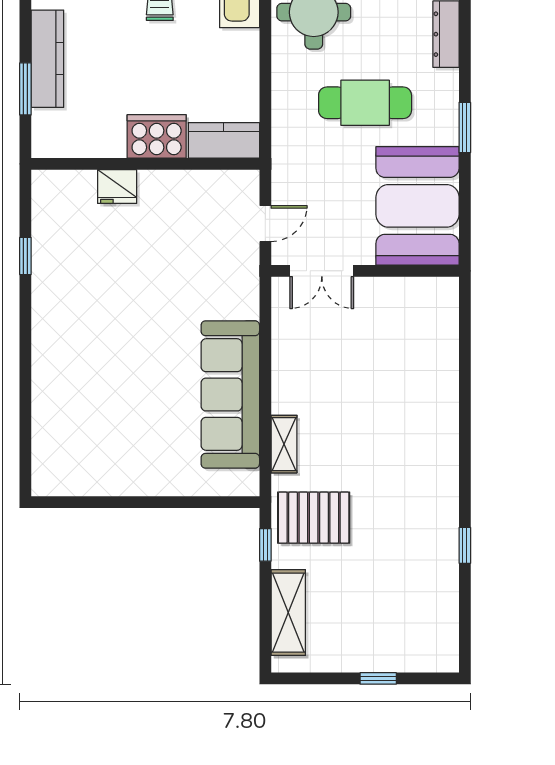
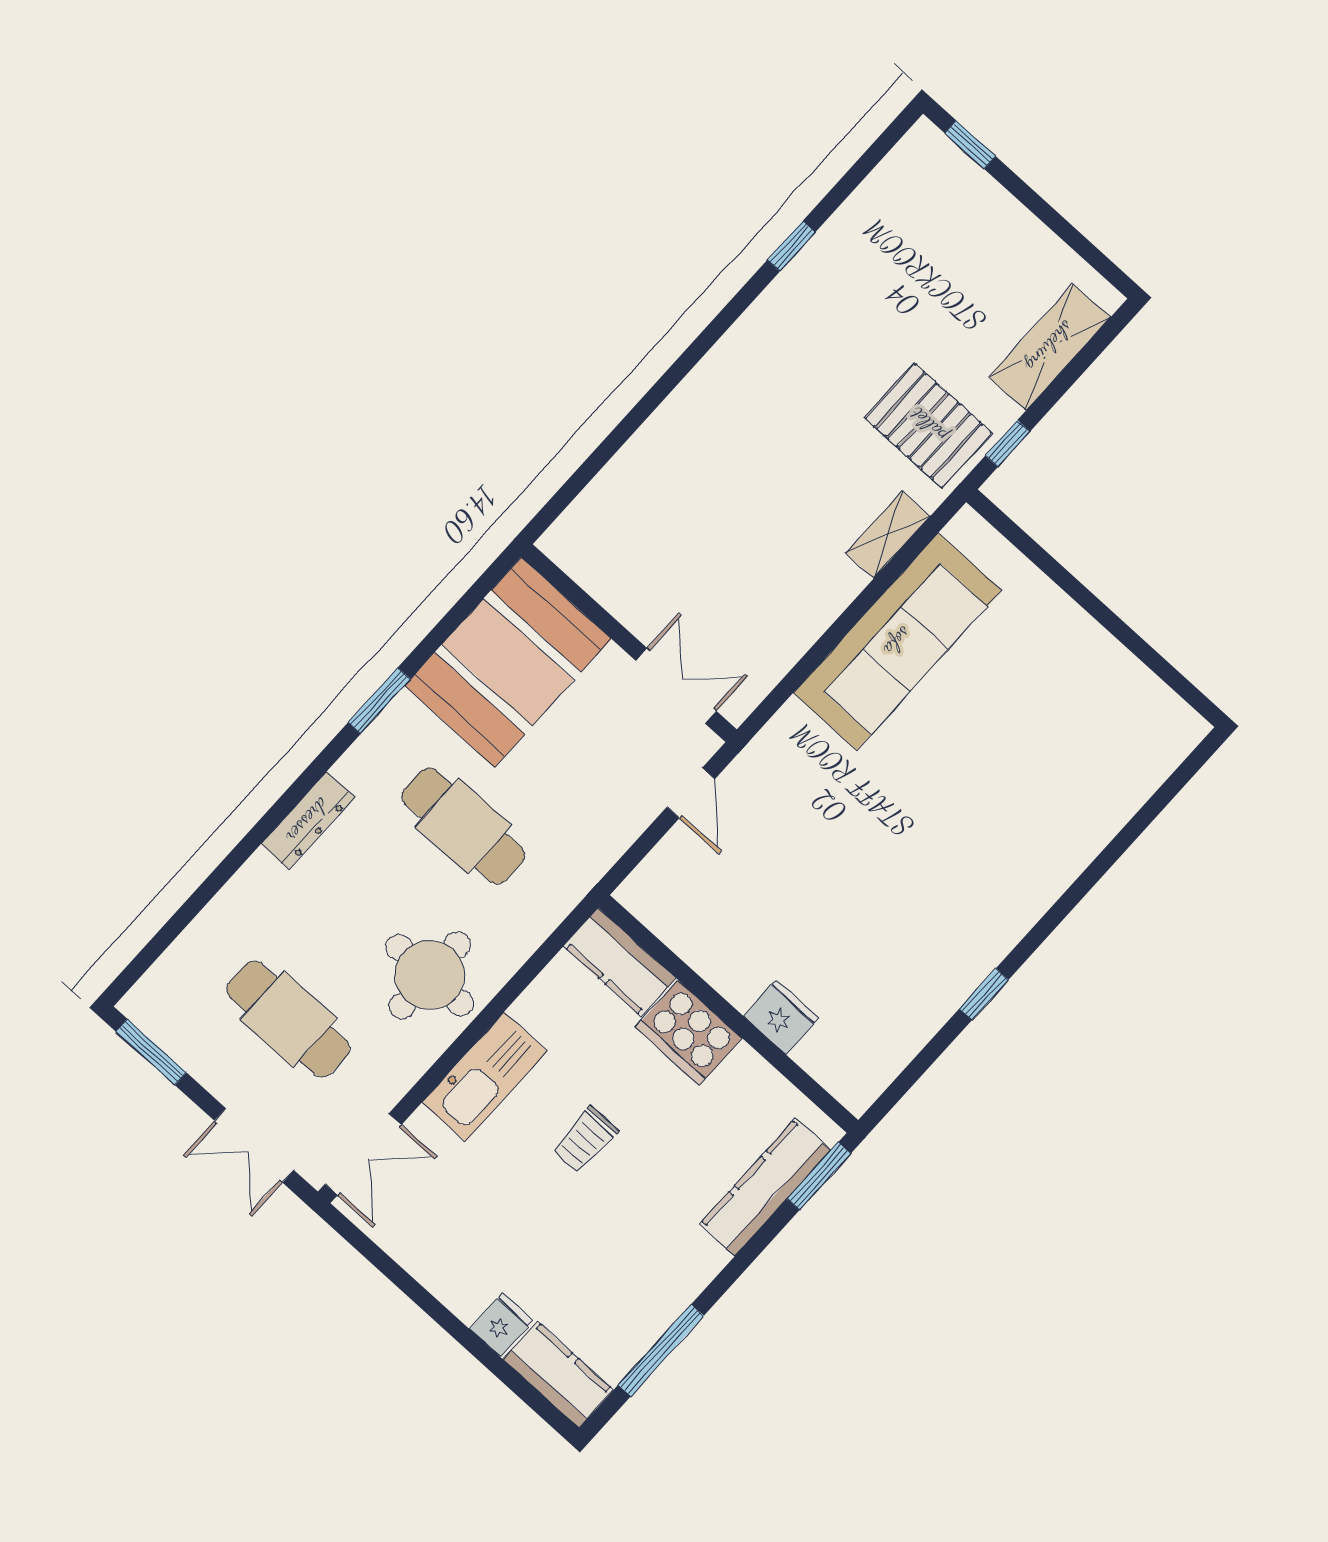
cooker: (157, 136) -> (689, 1033), moved
kitchen counter: (224, 140) -> (620, 962), moved
wall: (145, 164) -> (728, 1014), moved
fridge: (117, 187) -> (781, 1017), moved
door: (265, 224) -> (691, 793), swing flipped
window: (378, 678) -> (970, 145), moved

